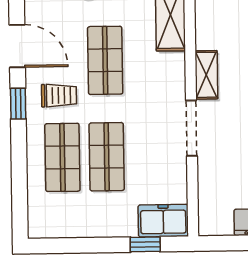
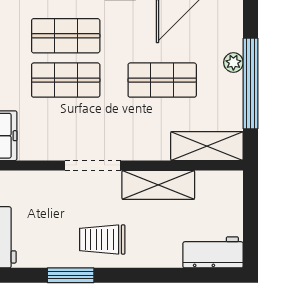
shelving: (206, 75) -> (158, 185), width x1.50, depth x1.33
trolley: (59, 95) -> (128, 33), removed

